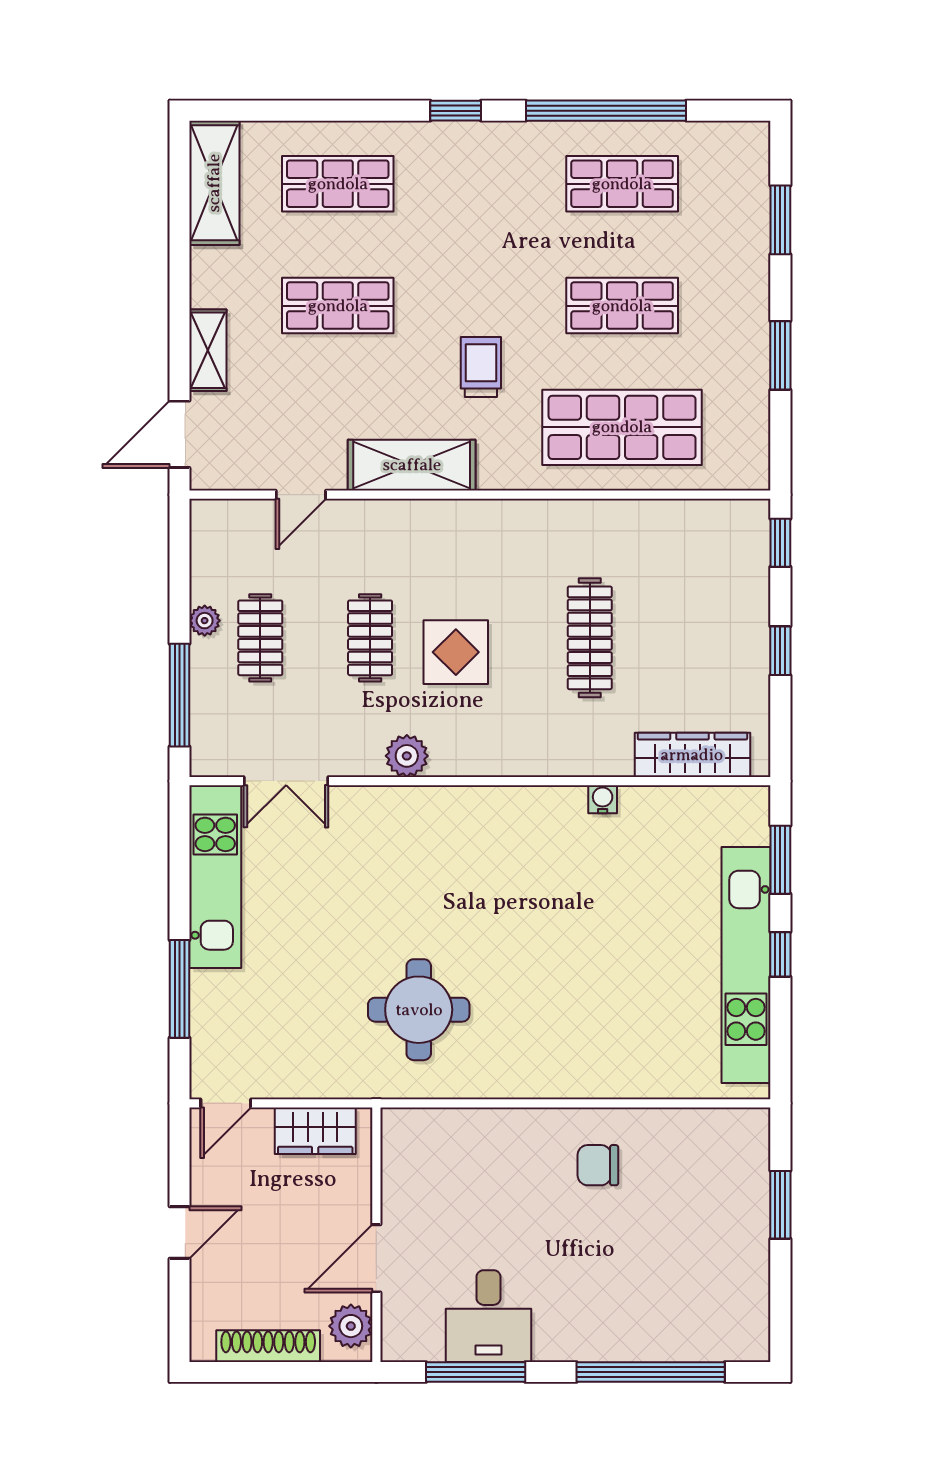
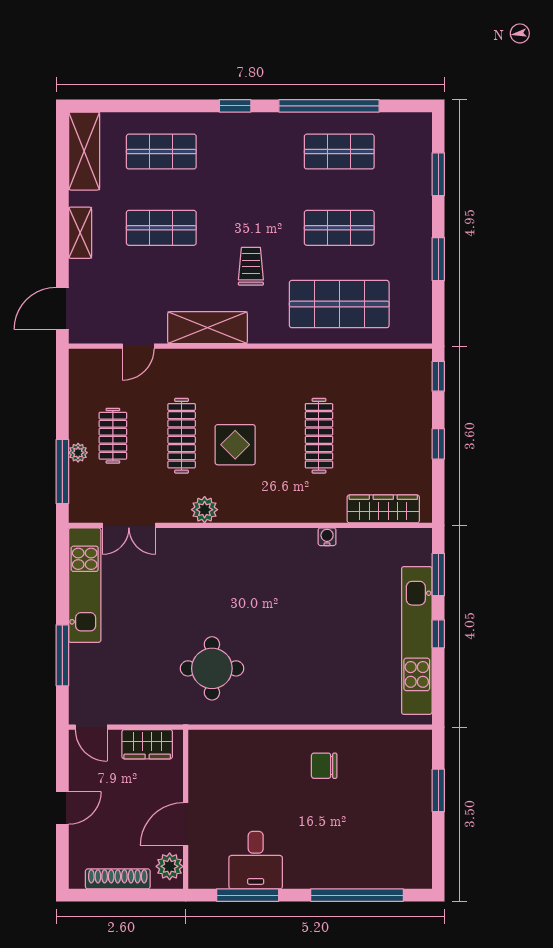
shelving: (208, 350) -> (80, 233), moved
plant: (205, 621) -> (78, 453), moved
clothes rail: (370, 638) -> (182, 436), width x1.36
door: (226, 1103) -> (91, 727), hinge flipped

